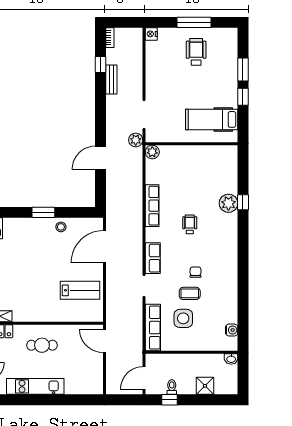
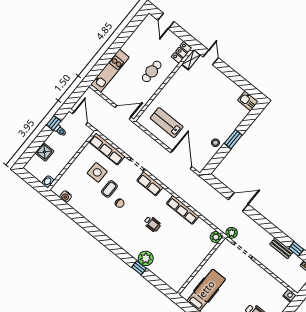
door: (100, 158) -> (238, 202), hinge flipped
lab bench: (80, 290) -> (167, 123), turned 90
kitchen unit: (35, 386) -> (110, 71), moved

